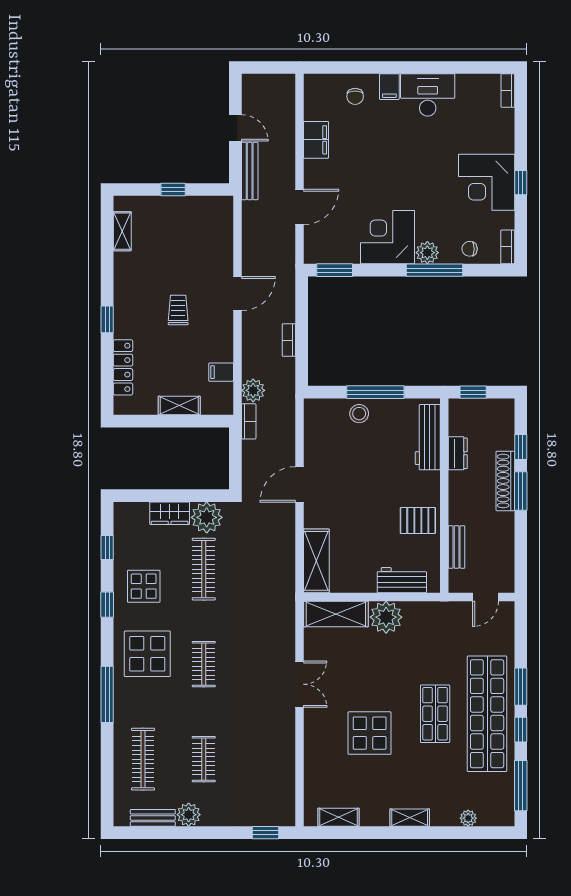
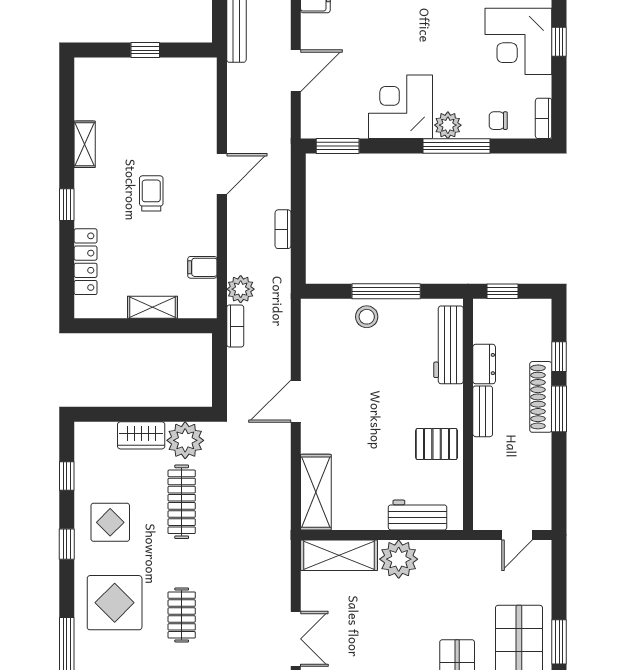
shelving: (122, 231) -> (85, 144), moved
bench: (457, 547) -> (483, 411), moved

